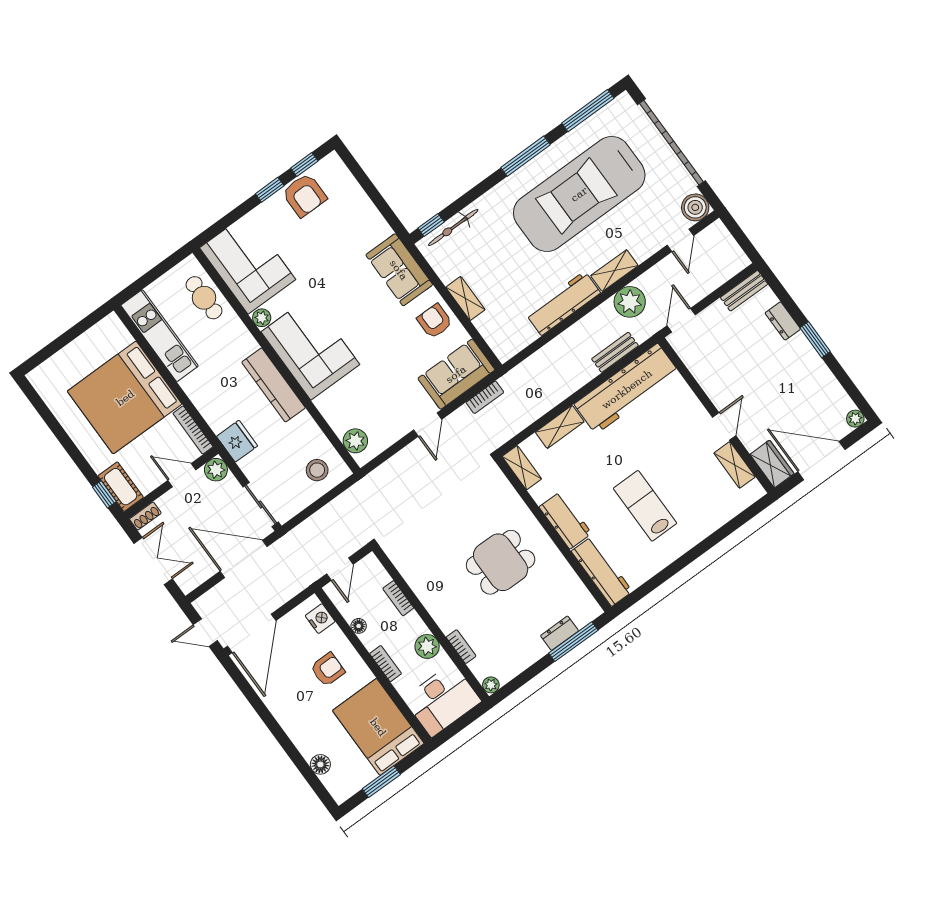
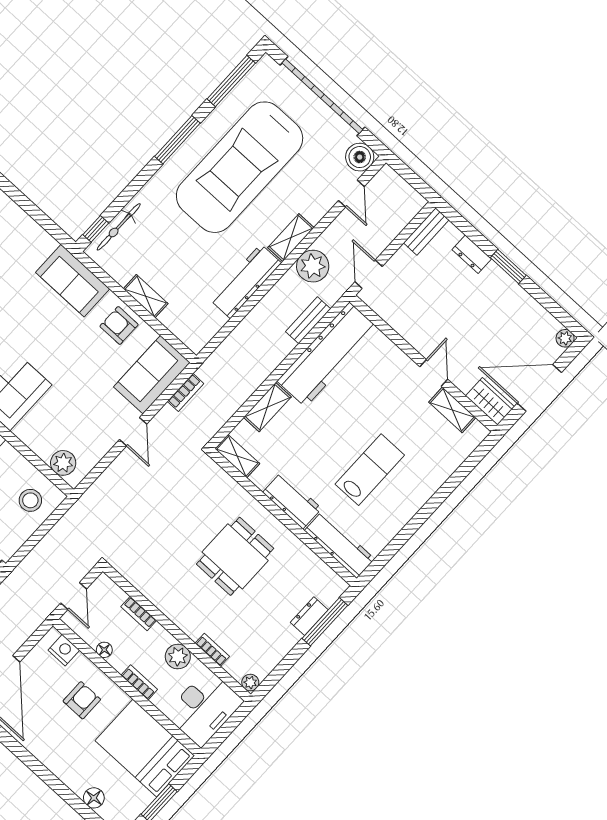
lab bench: (645, 506) -> (370, 470), turned 90

